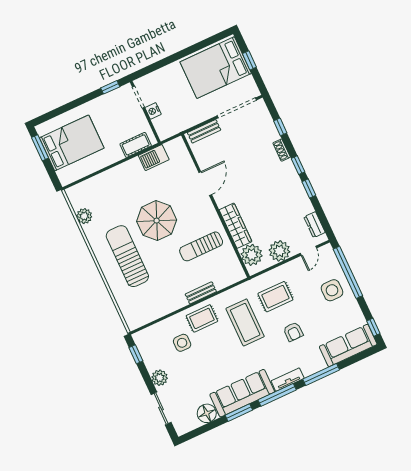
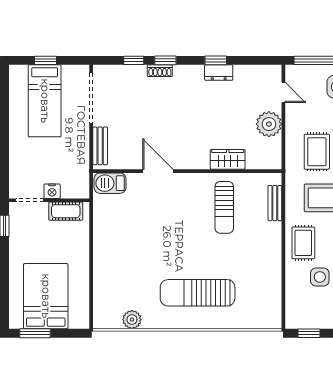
bed: (216, 68) -> (45, 101), width x0.67
cot: (136, 145) -> (66, 211), moved, turned 90
barbecue: (154, 158) -> (110, 183), moved, turned 90
window: (298, 165) -> (165, 60), moved
parasol: (157, 221) -> (173, 243), removed
dresser: (315, 225) -> (219, 73), moved
wardrobe: (235, 226) -> (228, 159), width x0.67
plant: (252, 255) -> (259, 156), removed
bench: (201, 293) -> (275, 203), moved

